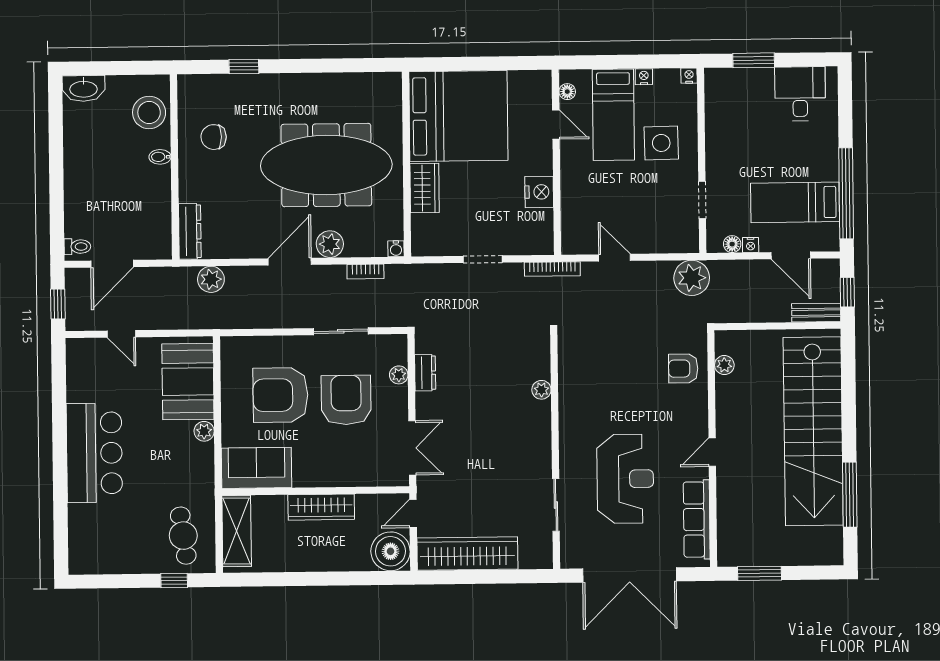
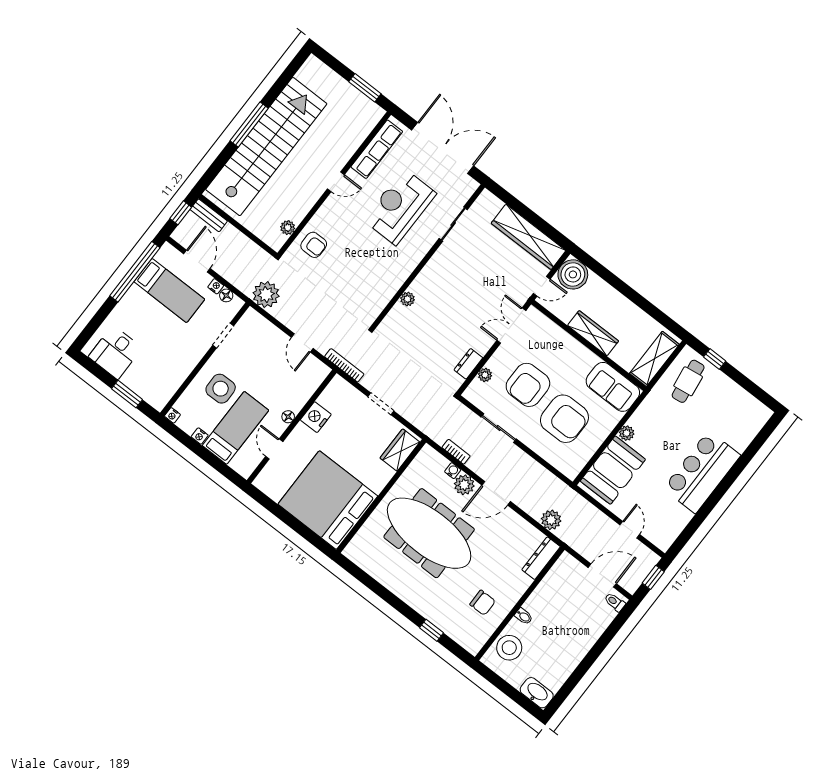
floor lamp: (567, 92) -> (288, 417), moved
wardrobe: (425, 188) -> (400, 450), moved
water cooler: (396, 249) -> (453, 471), moved
window: (850, 495) -> (249, 124), moved

